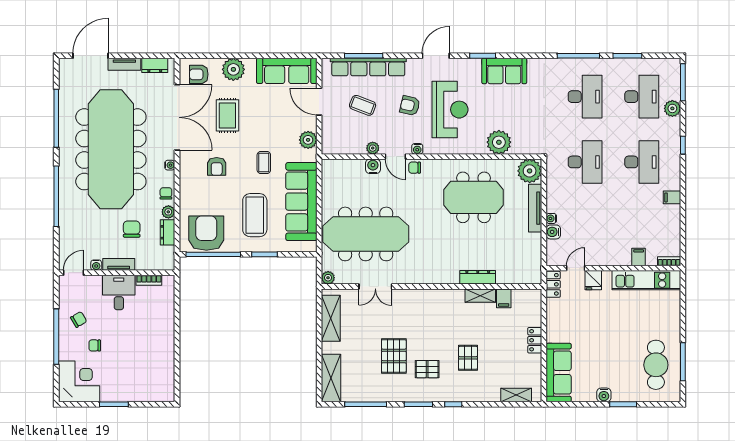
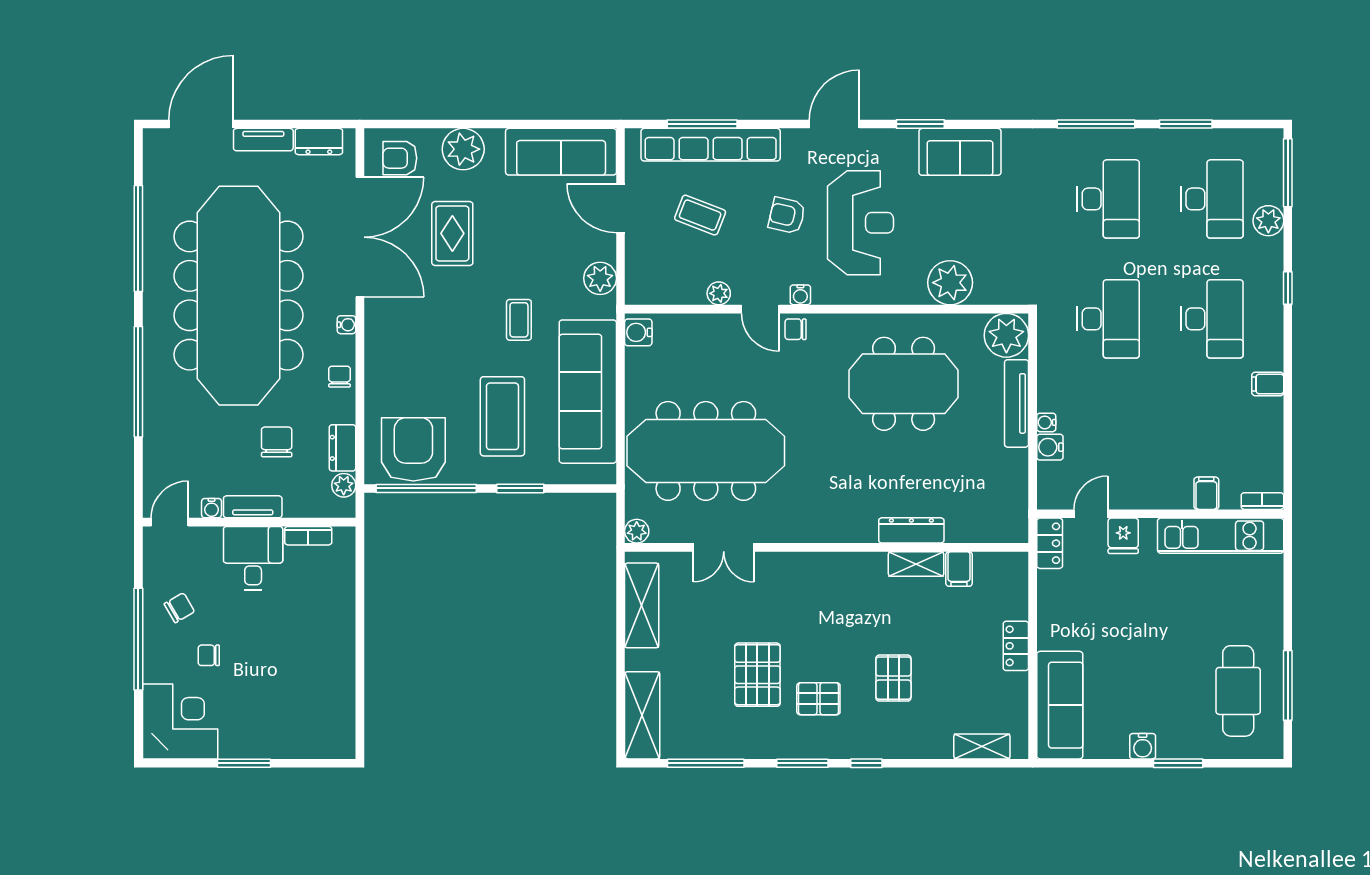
armchair: (217, 166) -> (433, 327), removed
water cooler: (373, 166) -> (638, 332), moved, turned -90
plant: (168, 212) -> (344, 485), moved

